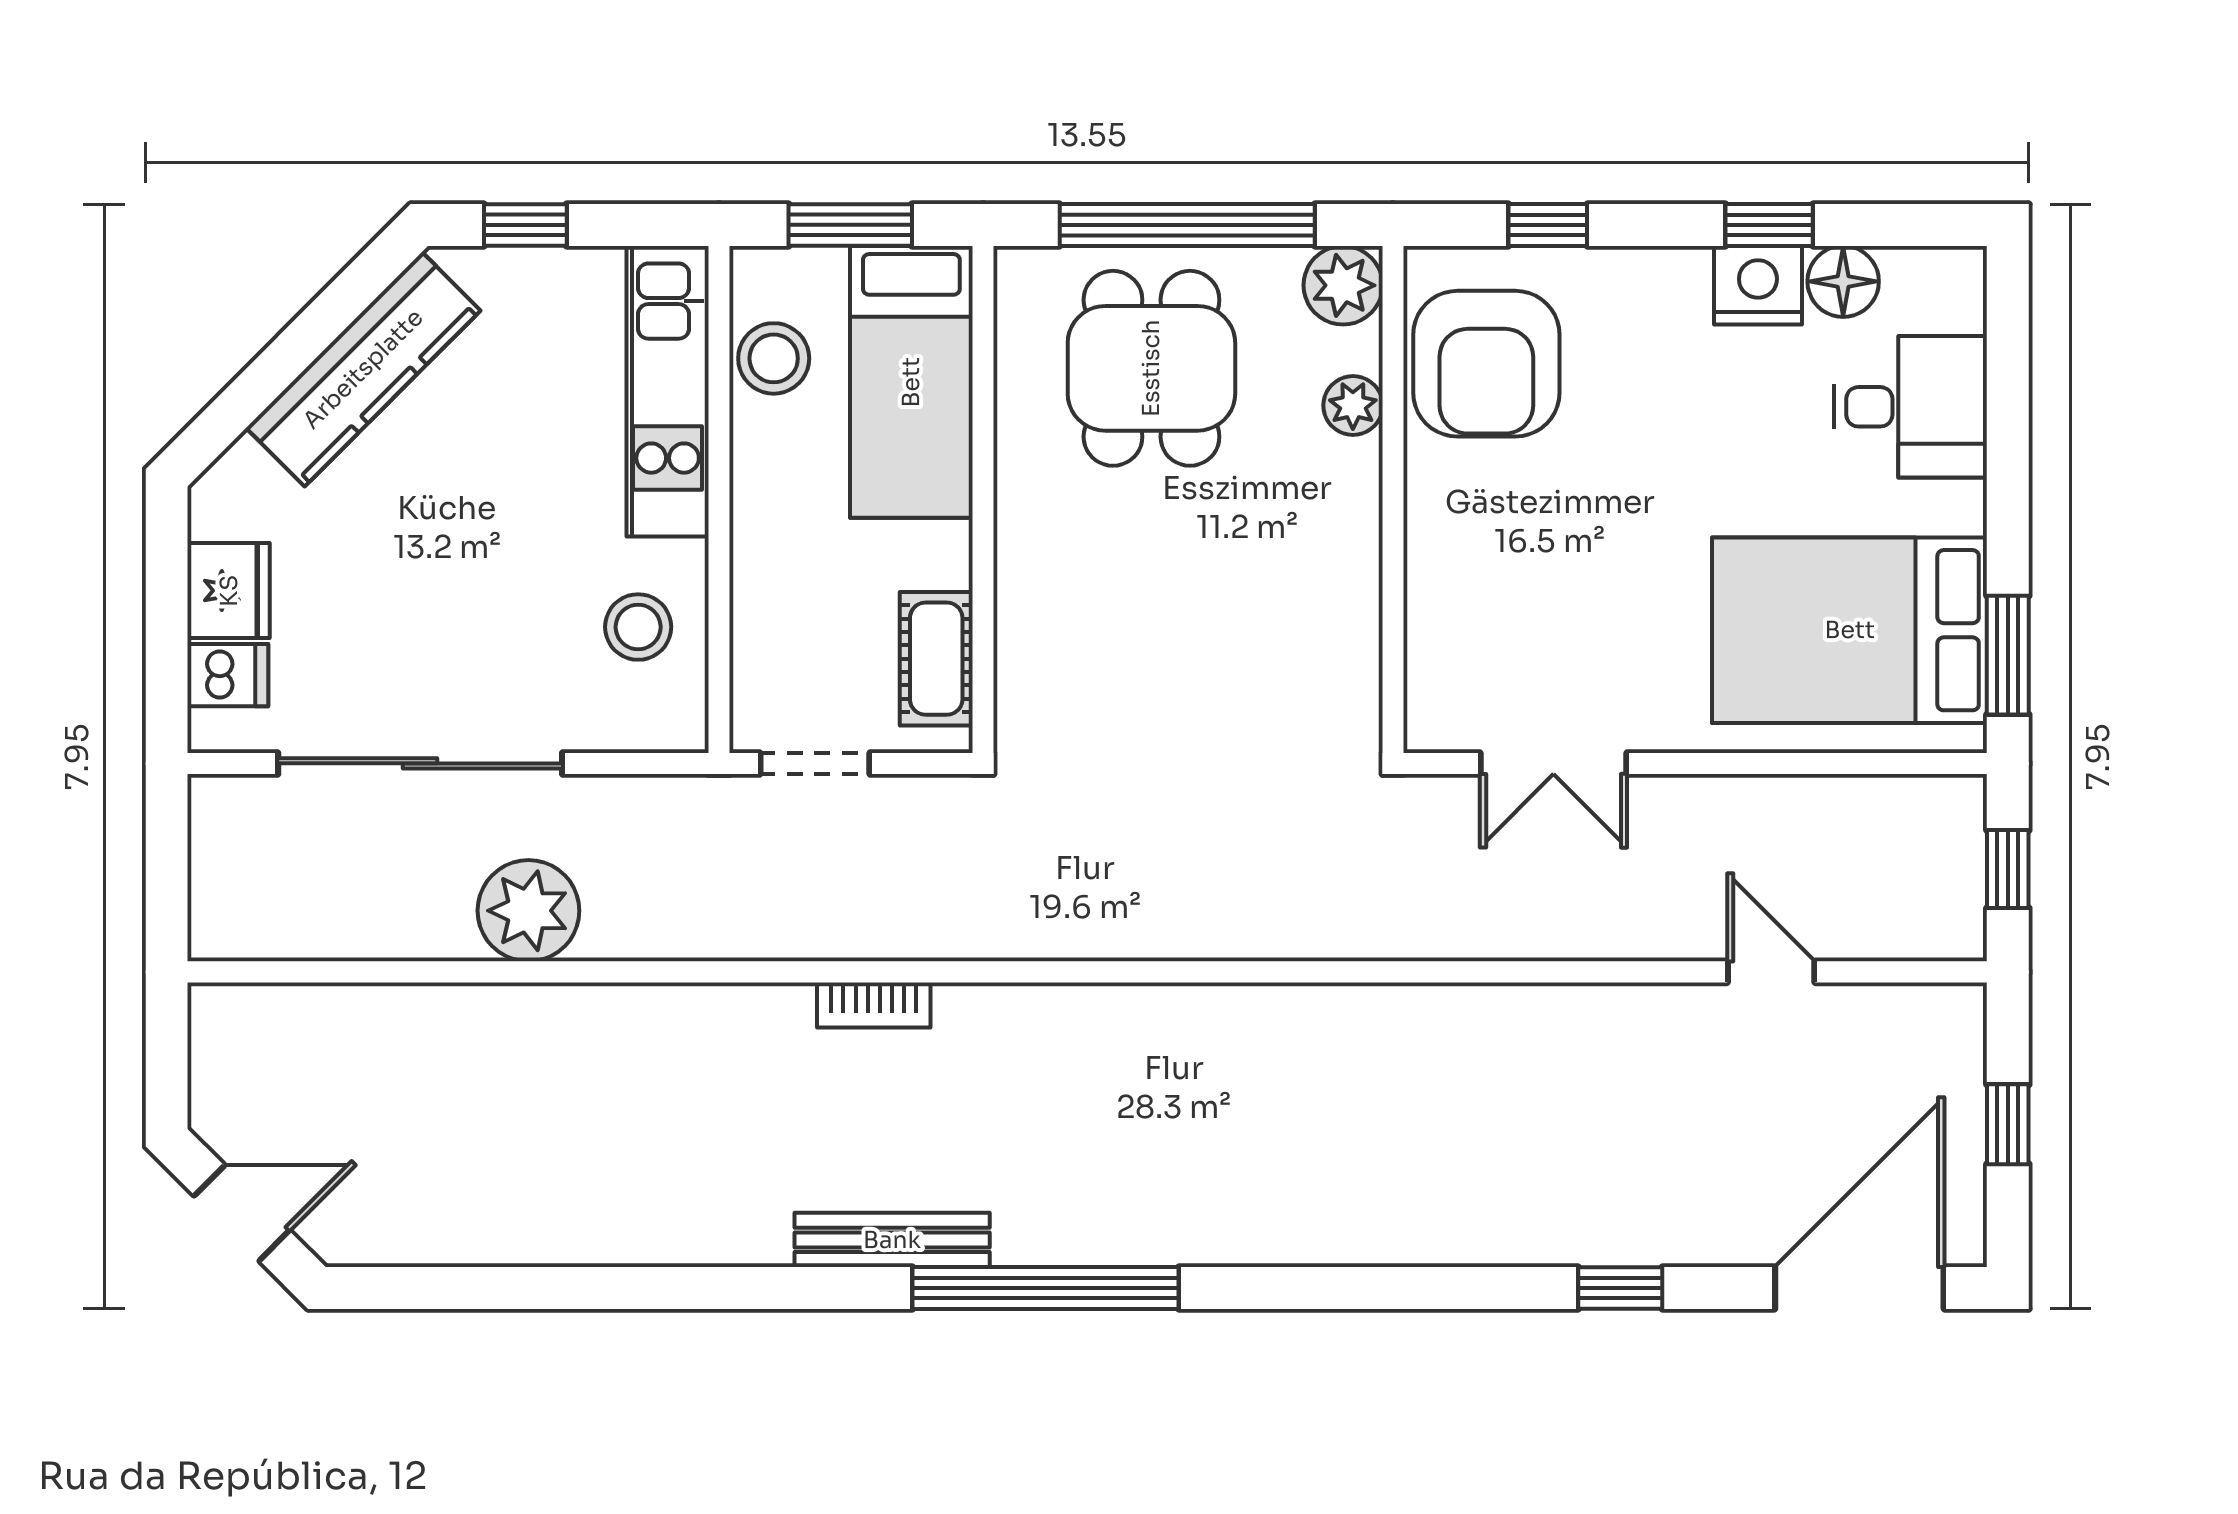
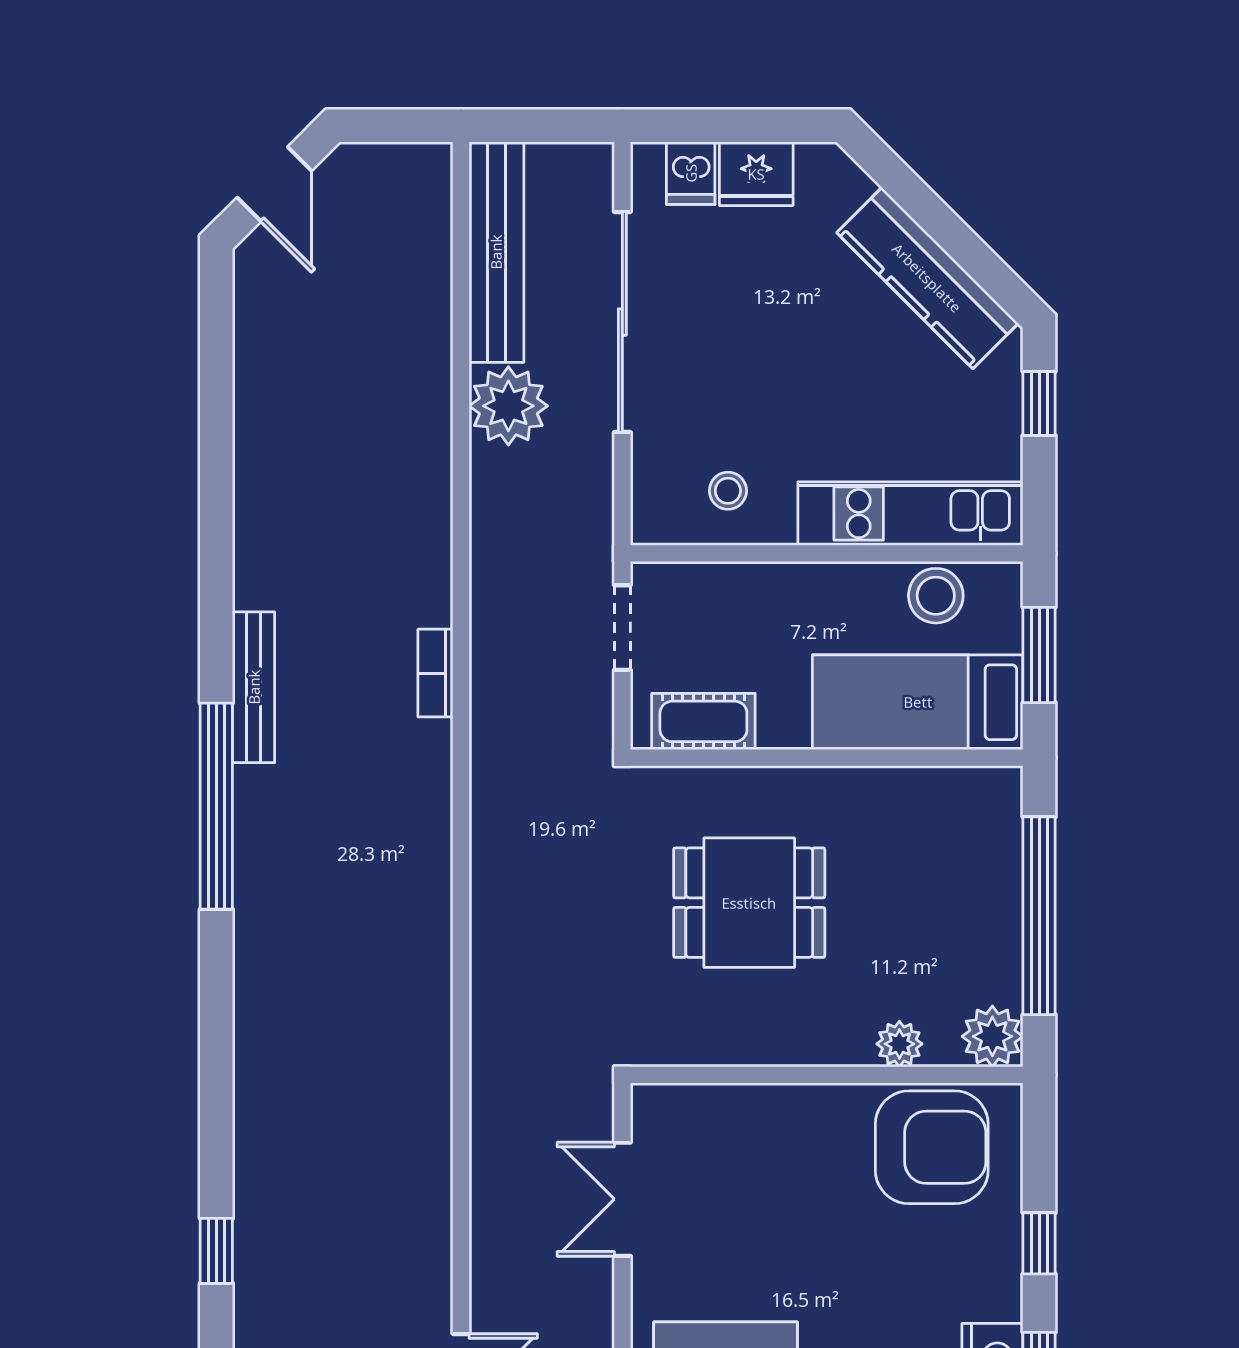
window: (1548, 225) -> (1039, 1243), moved
armchair: (1486, 364) -> (932, 1147), turned 180
dining table: (1151, 368) -> (749, 903), moved
stool: (638, 627) -> (728, 491), width x0.73, depth x0.73
bench: (330, 926) -> (496, 252), added

